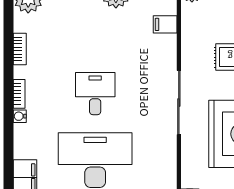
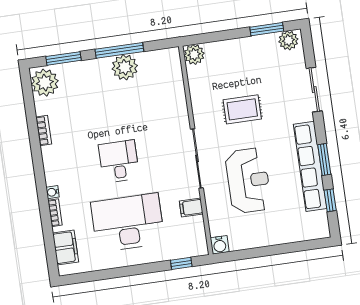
filing cabinet: (165, 24) -> (191, 207), moved
bookcase: (19, 94) -> (55, 213), moved

